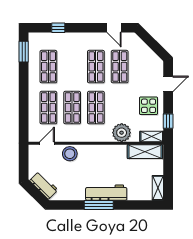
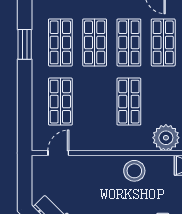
window: (24, 52) -> (25, 44), moved
shop shelf: (72, 108) -> (95, 42), moved
stool: (70, 154) -> (134, 171), moved

